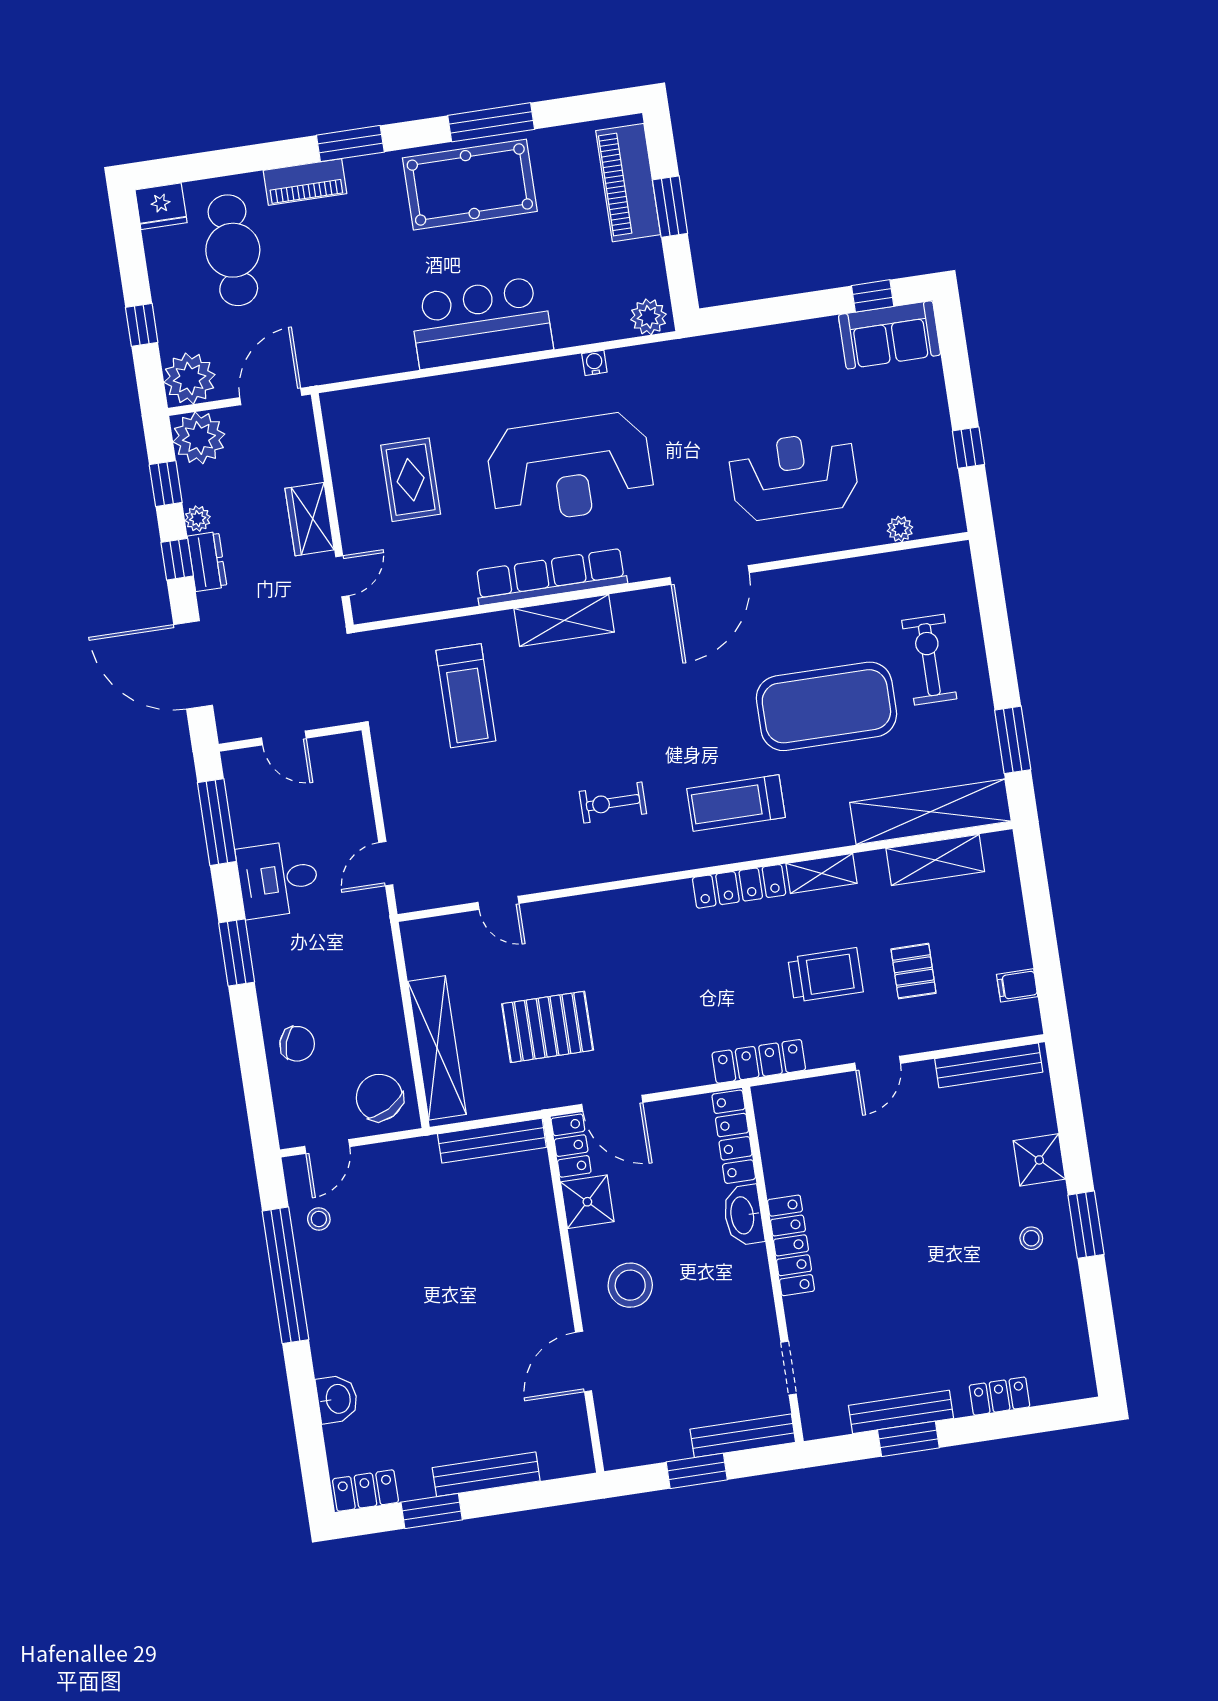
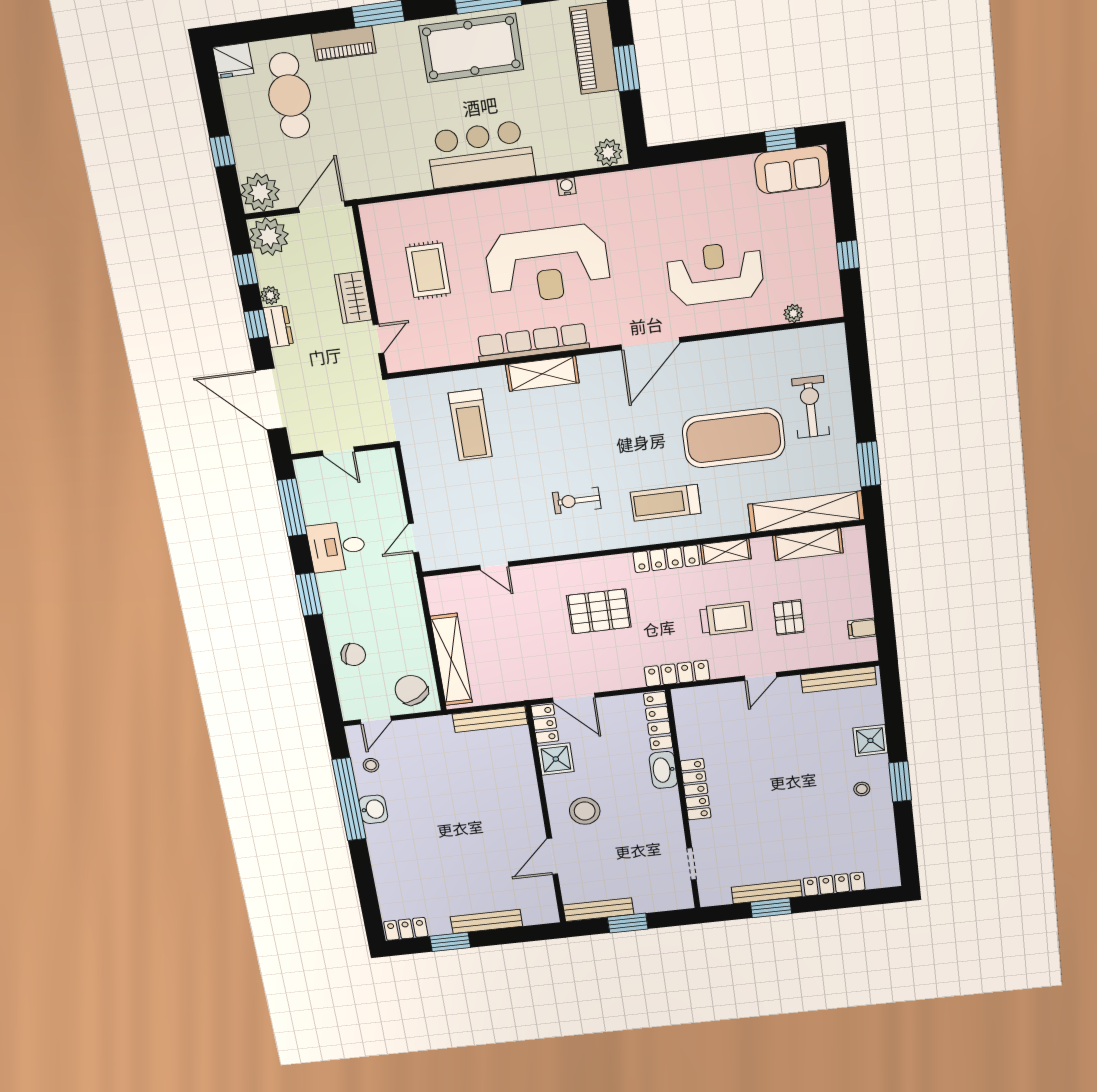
pallet: (548, 1027) -> (599, 611), moved
locker: (1000, 1396) -> (834, 884), width x1.53
washbasin: (337, 1399) -> (373, 809), moved
bench: (743, 1436) -> (598, 910), moved

